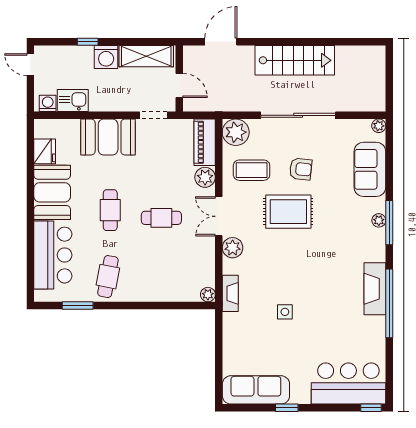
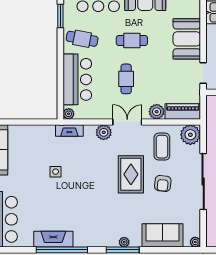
bar counter: (162, 283) -> (77, 79), added
fireplace: (375, 289) -> (53, 239), moved

